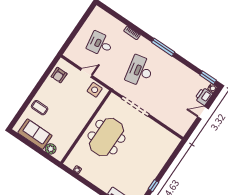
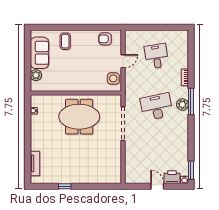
window: (163, 47) -> (191, 101), moved
plant: (152, 49) -> (182, 104), added
door: (86, 73) -> (123, 61), hinge flipped

